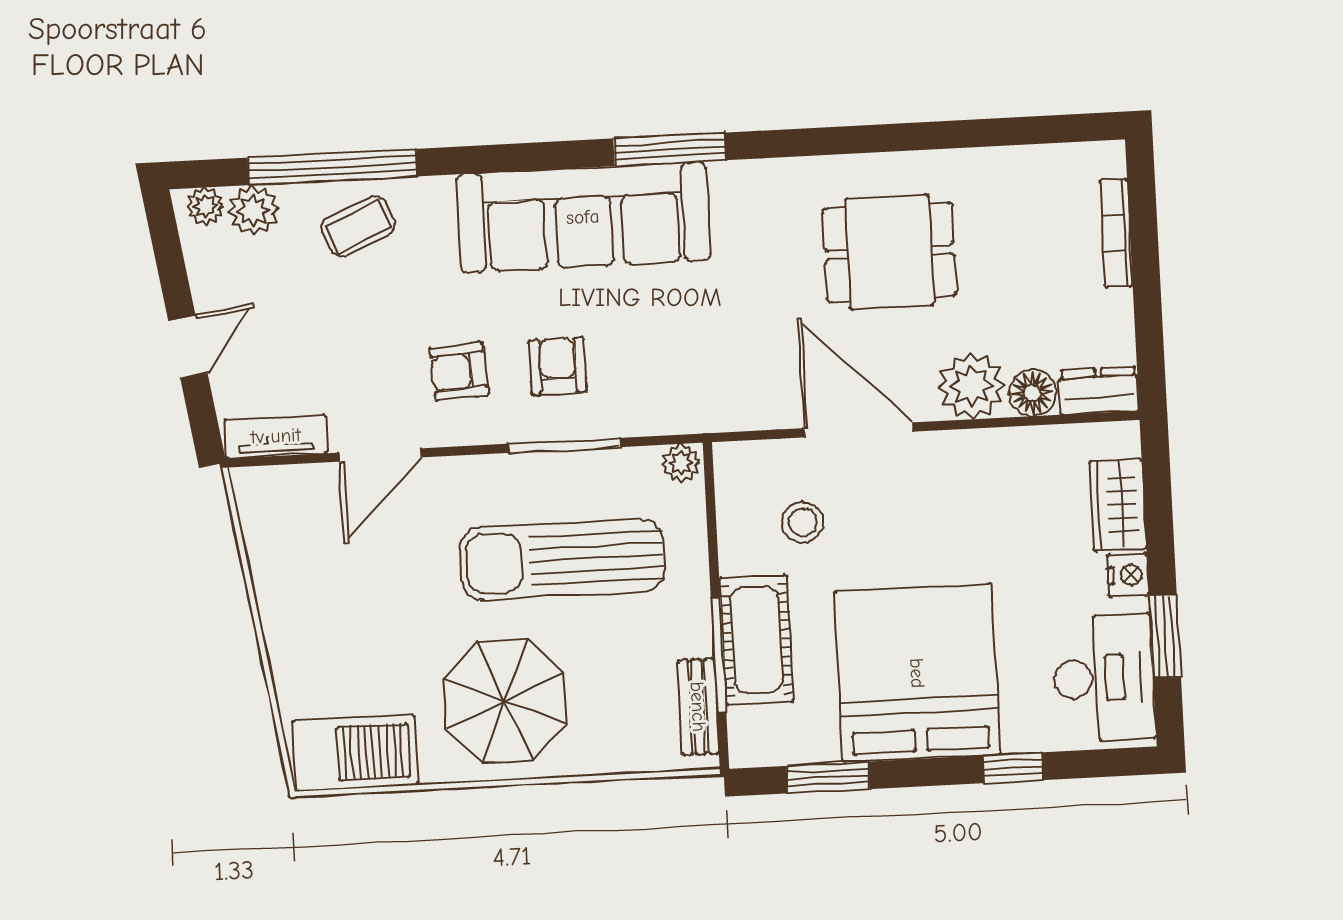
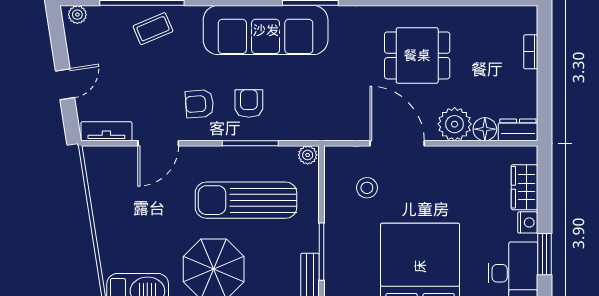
plant: (253, 210) -> (101, 18), removed
bookcase: (1116, 233) -> (531, 52), width x0.64
cot: (756, 640) -> (341, 245), removed

